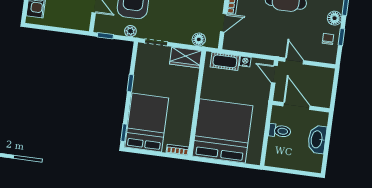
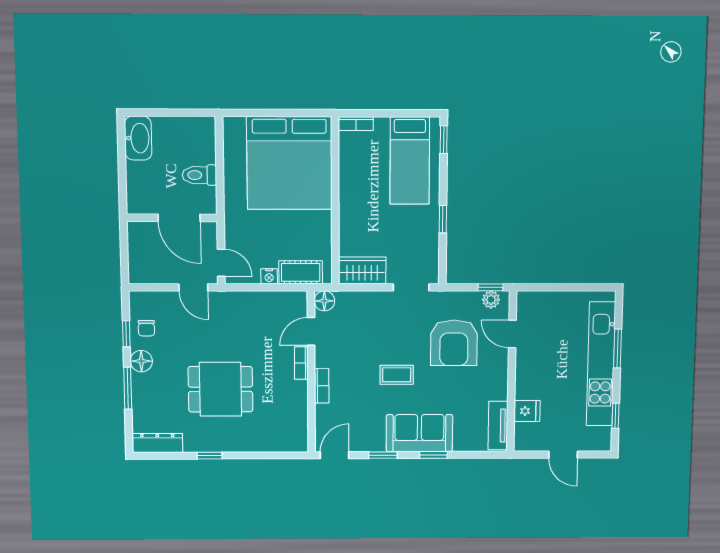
plant: (130, 31) -> (491, 300), moved
floor lamp: (199, 39) -> (324, 301), moved
bed: (147, 122) -> (410, 161), width x0.67
washbasin: (317, 139) -> (138, 138), moved

